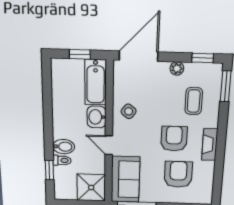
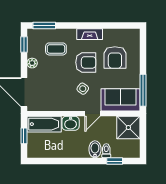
side table: (129, 111) -> (83, 89), moved
armchair: (174, 139) -> (86, 62), turned 180
armchair: (178, 174) -> (115, 58), turned -90

